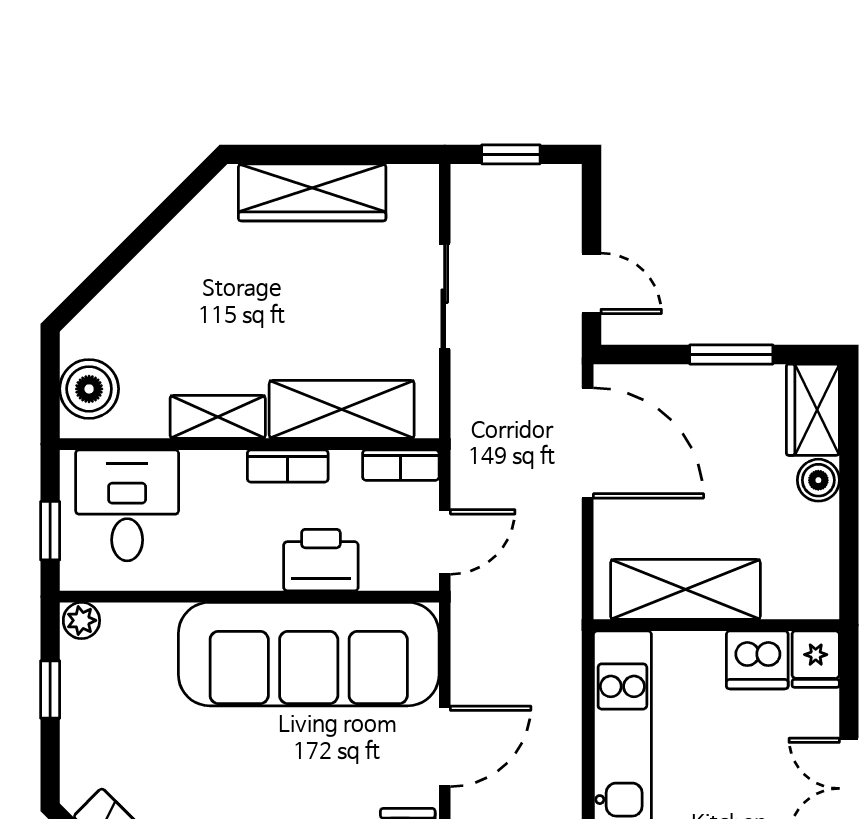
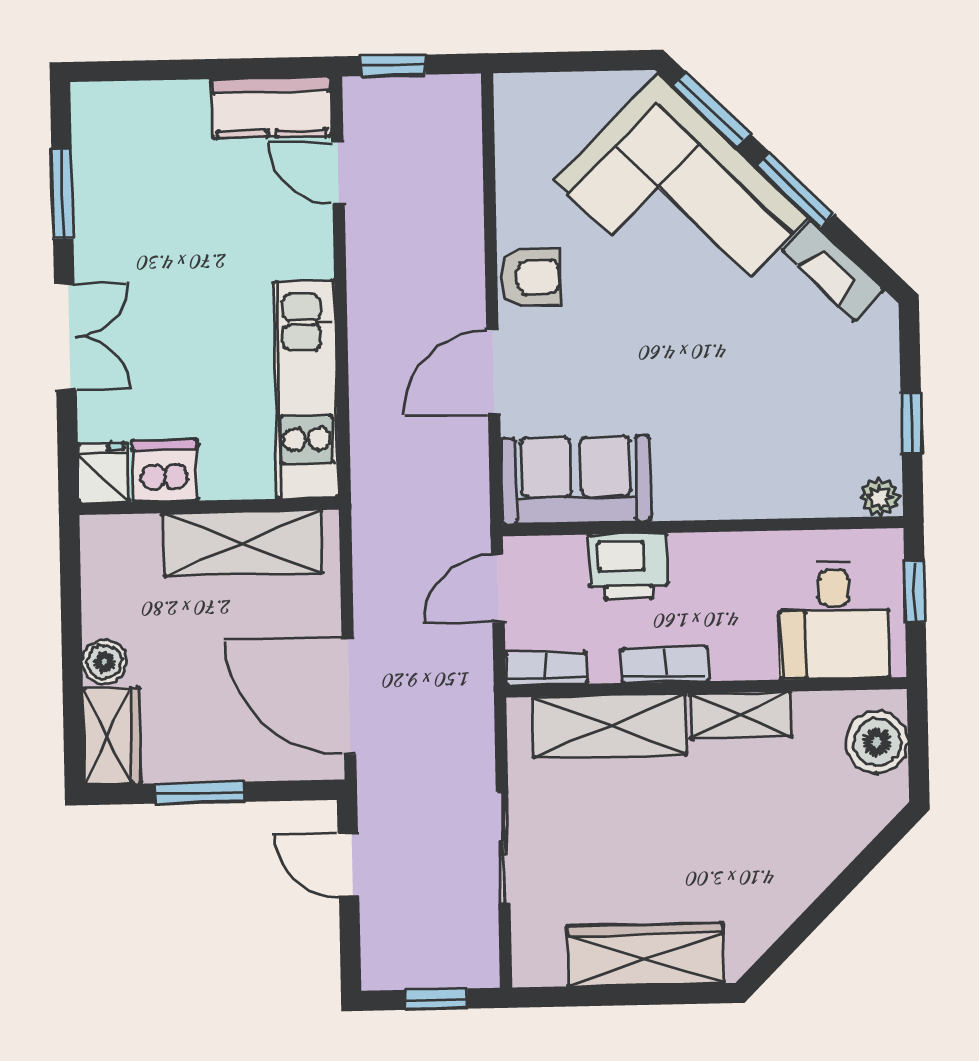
sofa: (309, 654) -> (576, 480), width x0.54, depth x0.79

